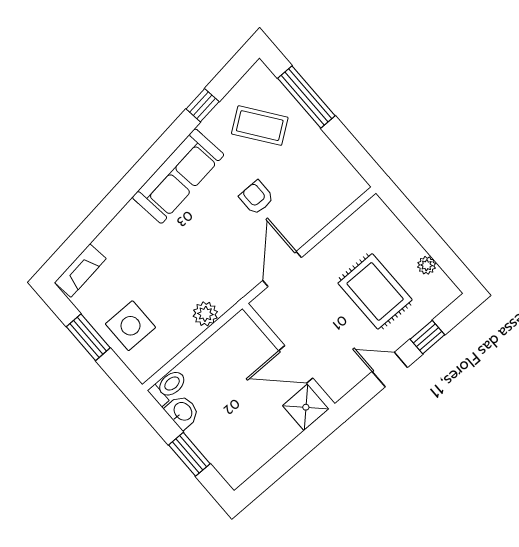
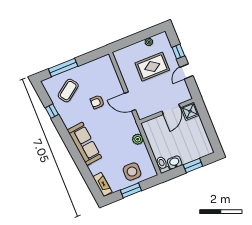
sofa: (178, 176) -> (84, 144), moved

